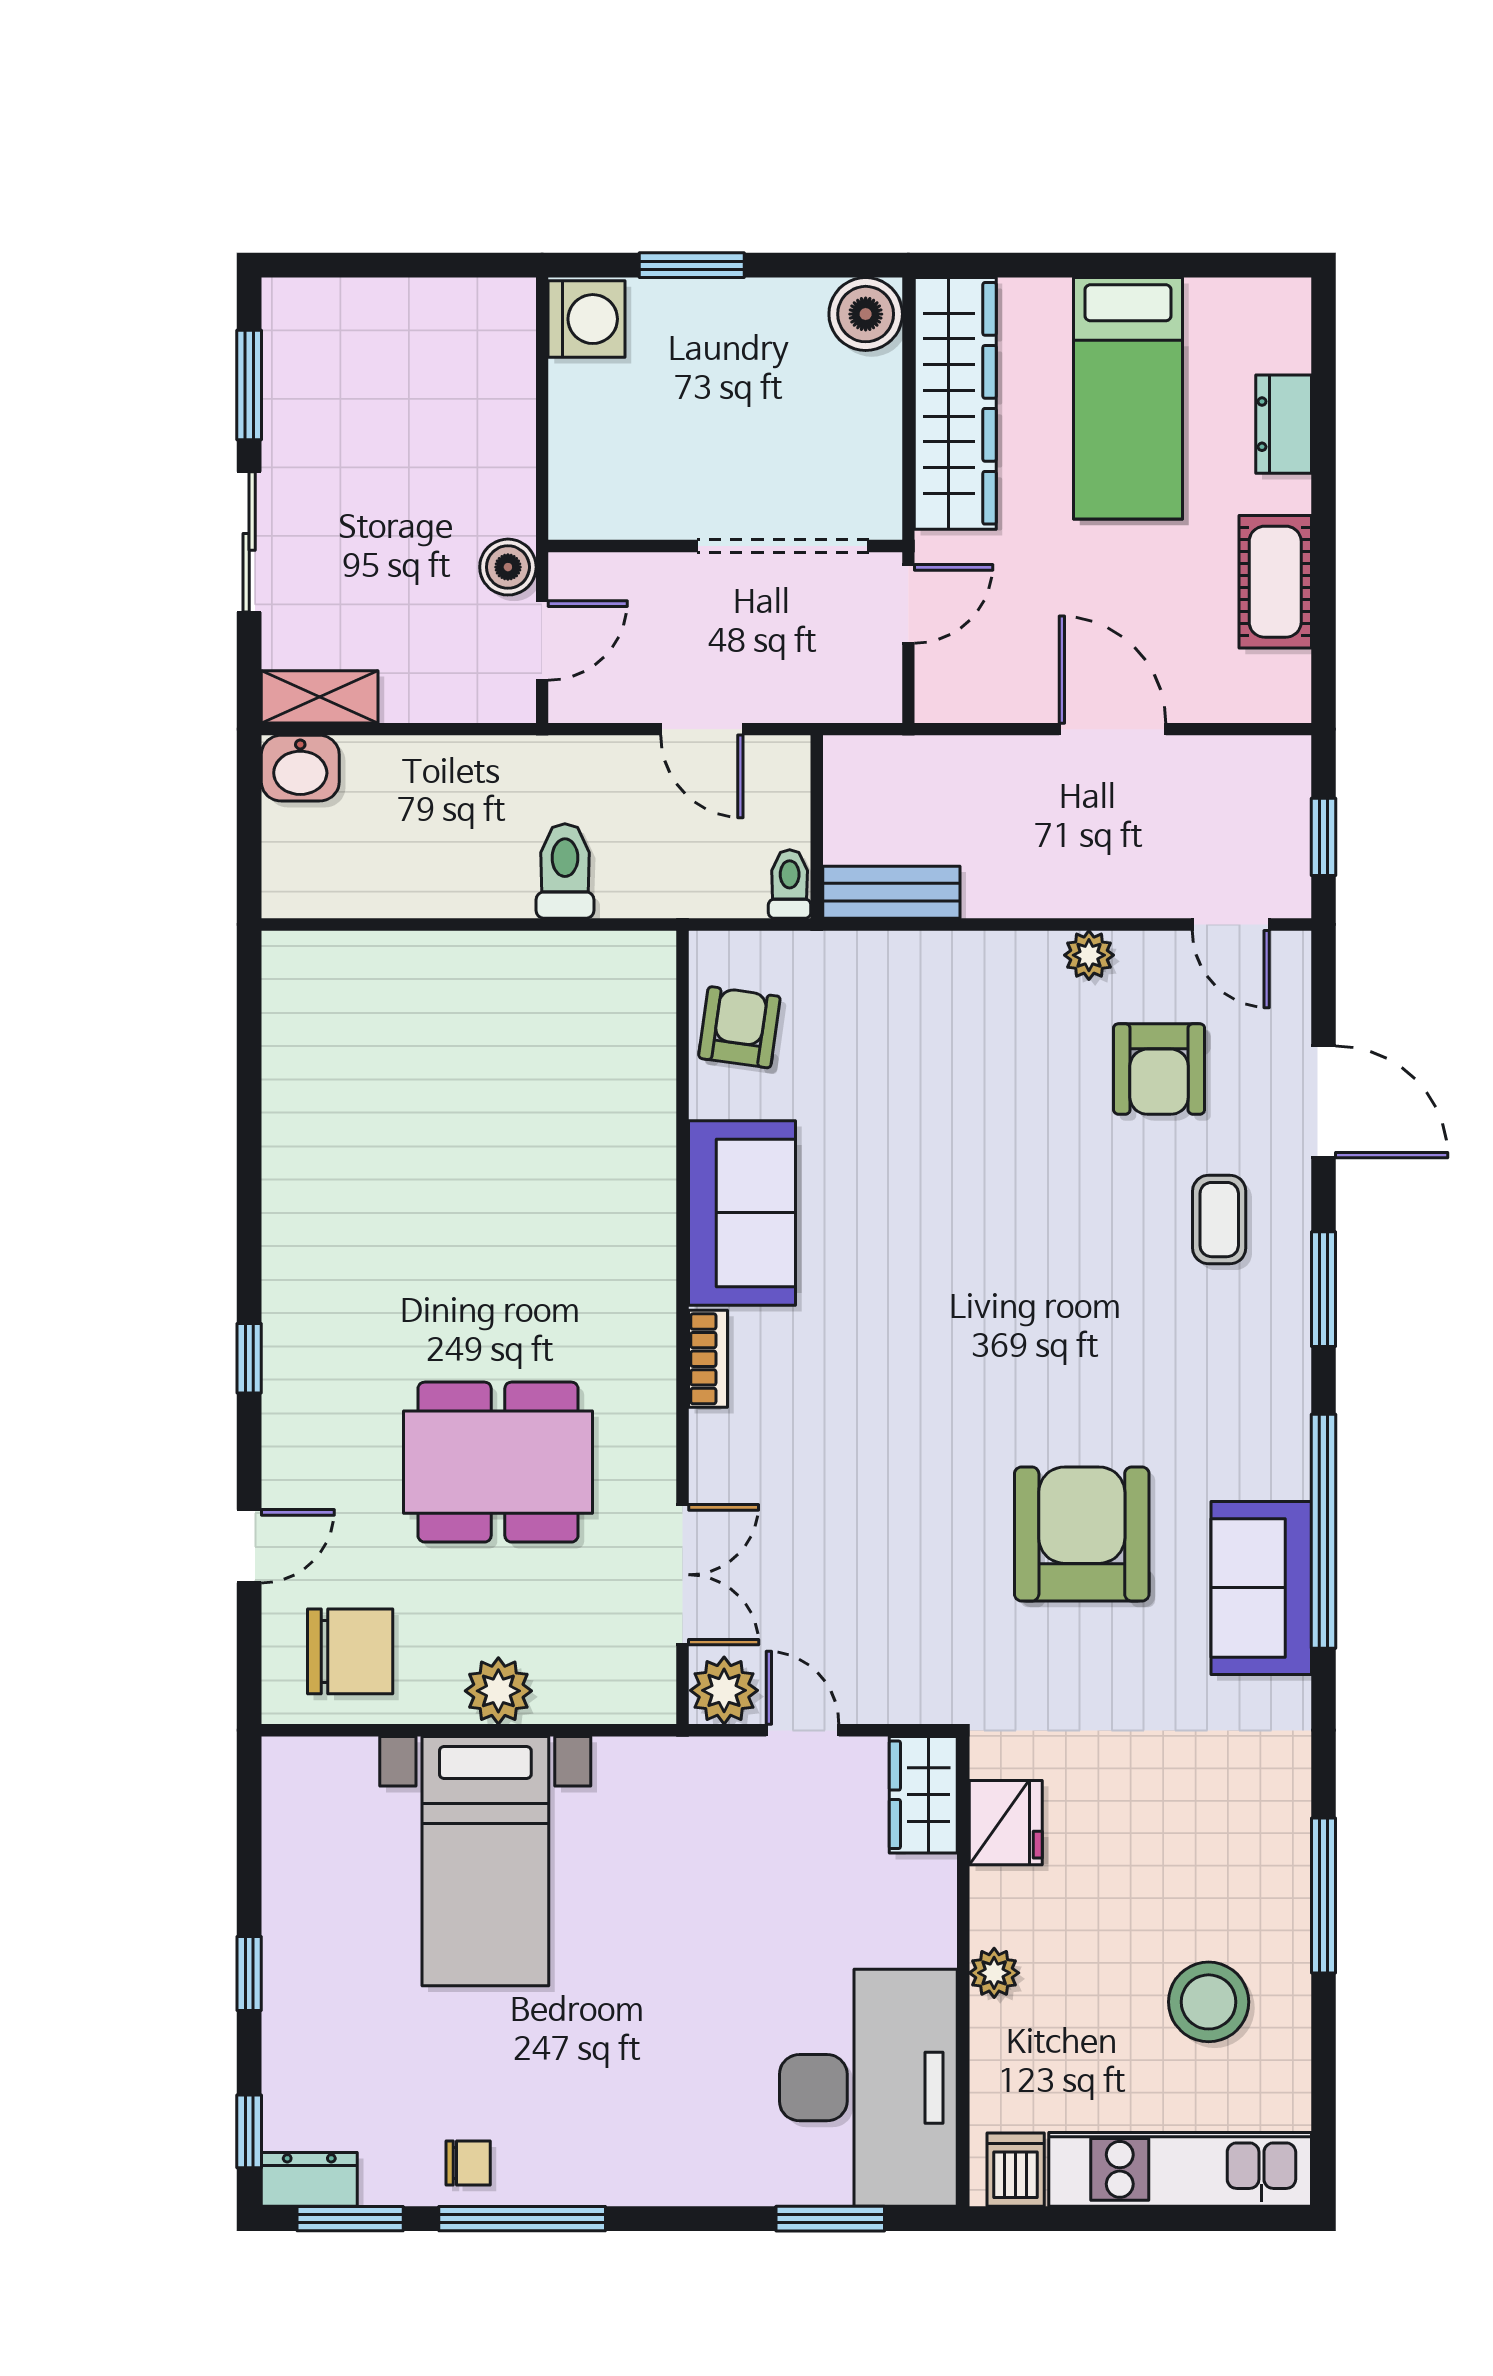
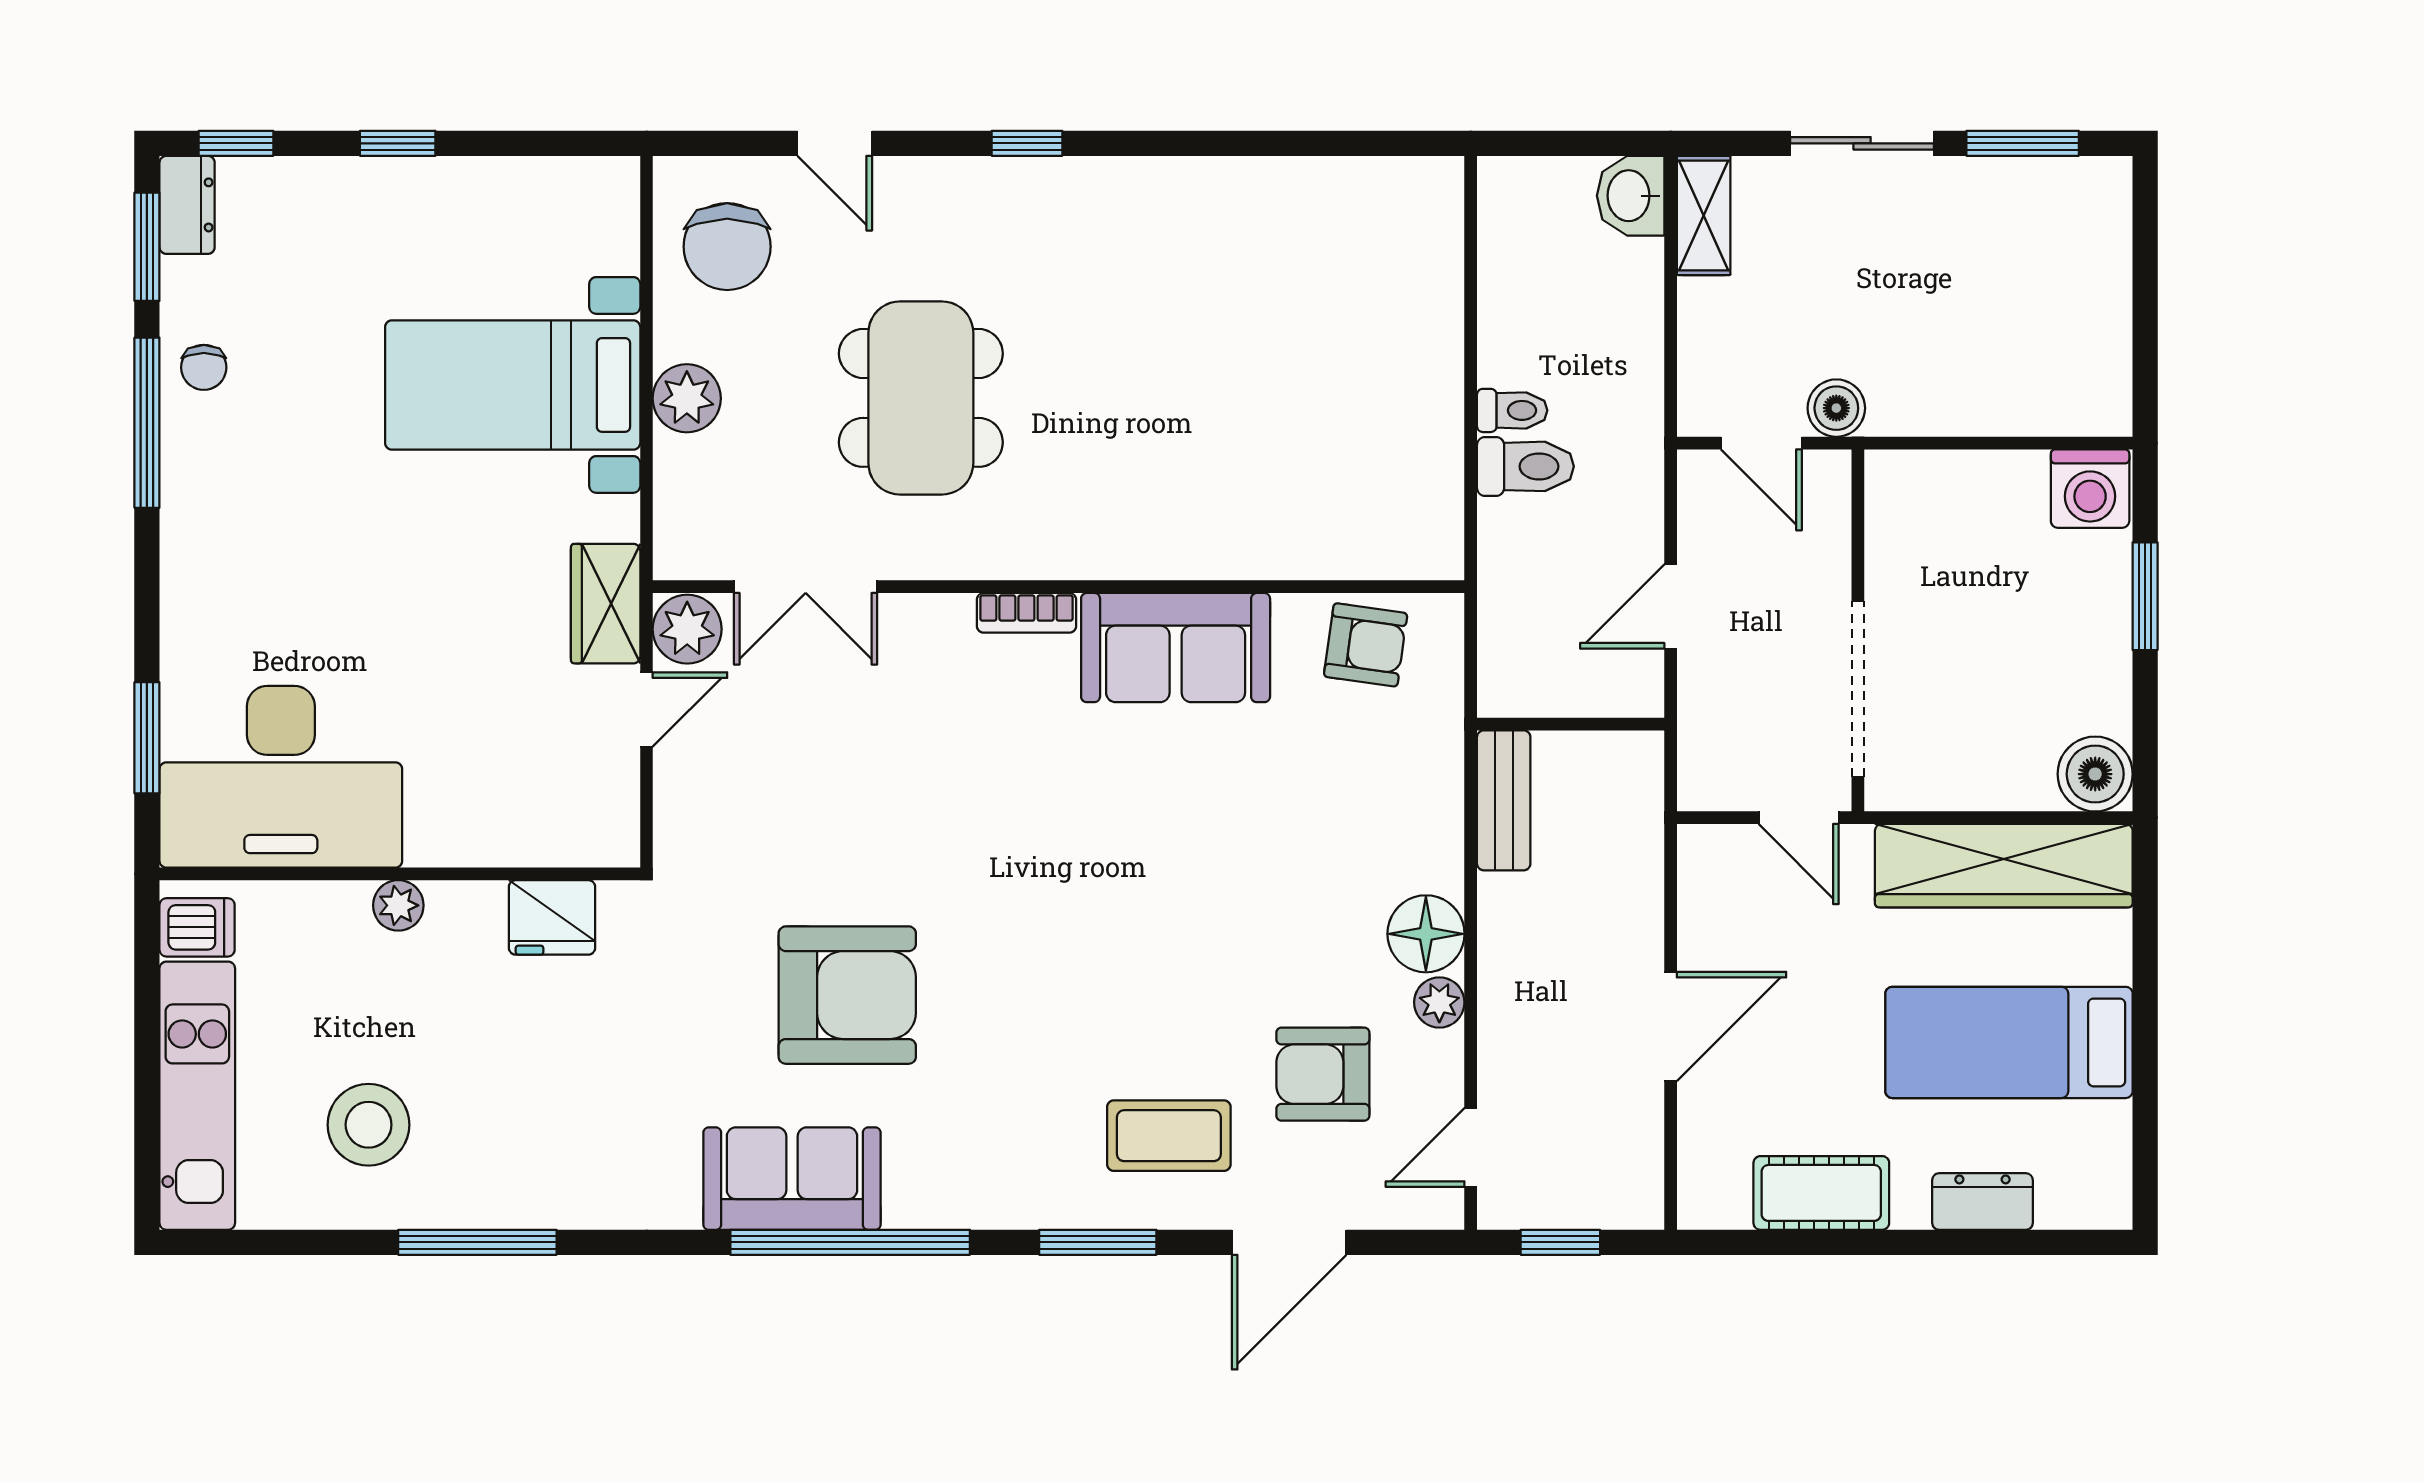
toilet: (790, 884) -> (1512, 410), moved
floor lamp: (1022, 968) -> (1426, 934), added
coffee table: (1219, 1220) -> (1169, 1136), width x1.36, depth x1.30
wardrobe: (923, 1795) -> (606, 604), moved, turned -90

